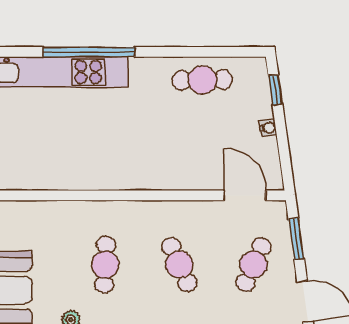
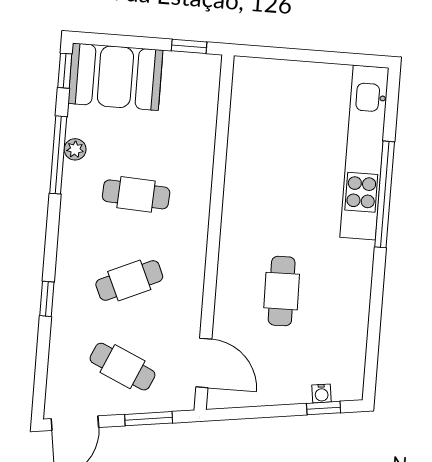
cafe table: (202, 80) -> (282, 291), moved
water cooler: (268, 128) -> (322, 393), moved
door: (245, 195) -> (204, 363), hinge flipped

